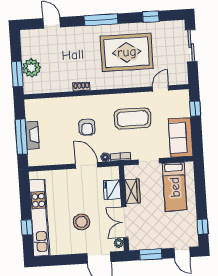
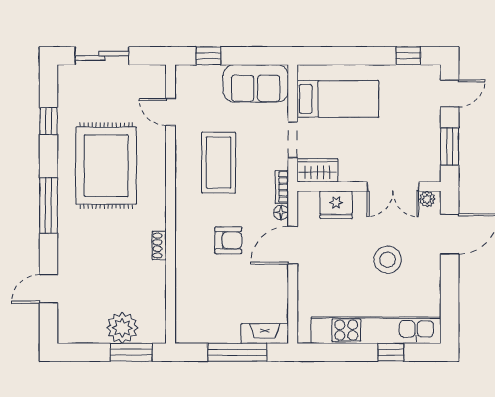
fireplace: (32, 135) -> (265, 333), moved
wardrobe: (132, 191) -> (317, 170), moved

